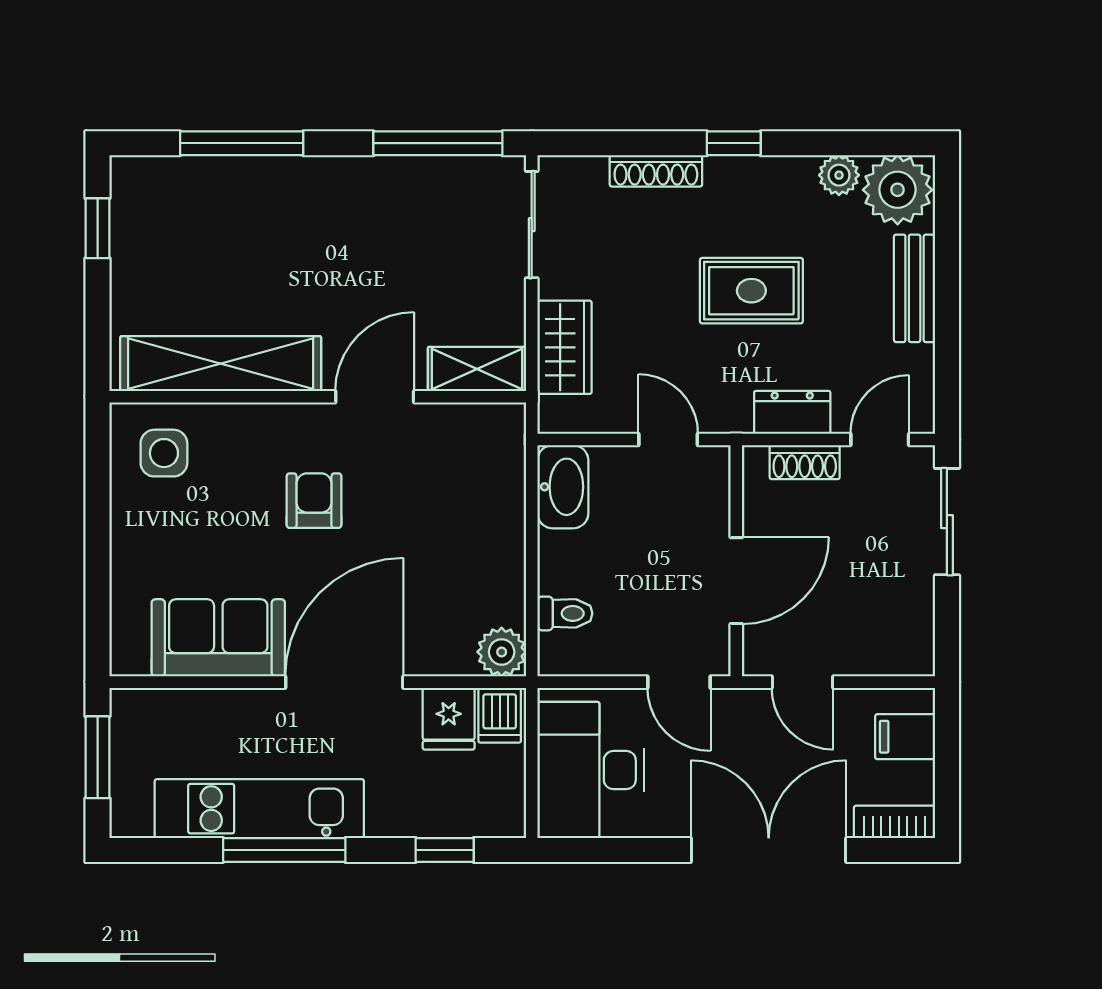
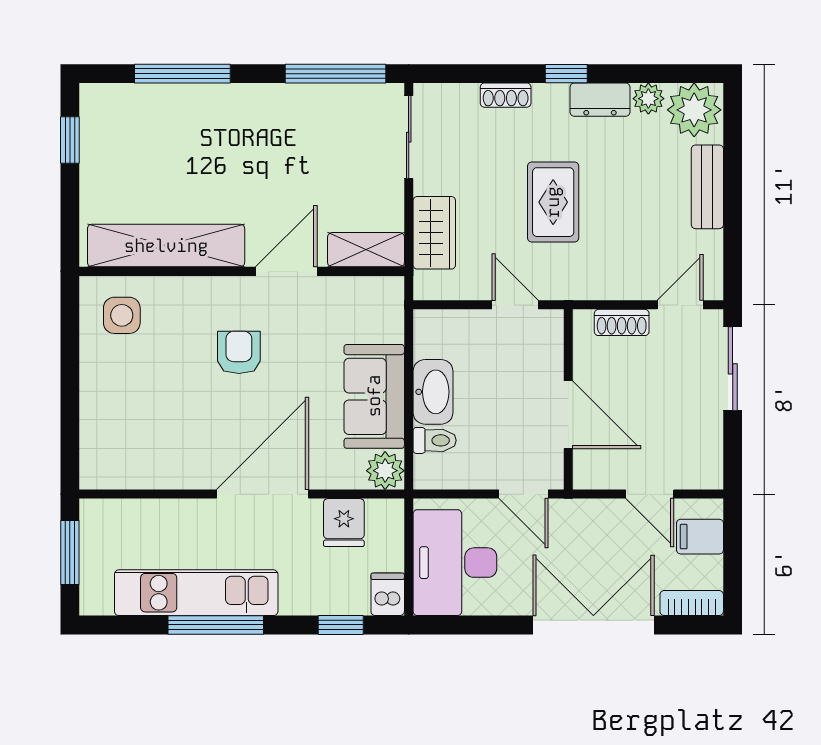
shoe rack: (656, 171) -> (506, 95), width x0.70
rug: (751, 291) -> (553, 202), moved, turned 90
dresser: (792, 412) -> (600, 100), moved, turned 180
washbasin: (563, 487) -> (433, 392), moved
door: (736, 581) -> (568, 415), hinge flipped
sofa: (218, 638) -> (374, 396), moved, turned -90
door: (803, 682) -> (650, 494), moved
dishwasher: (500, 715) -> (388, 594), moved, turned 180

